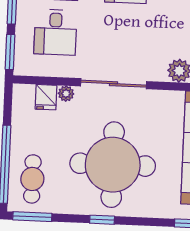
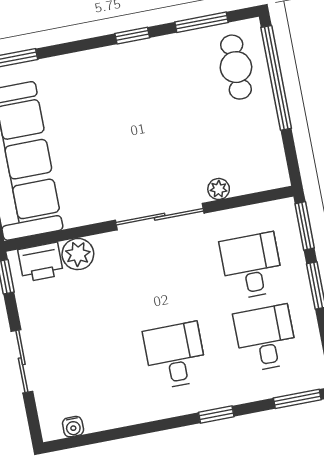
fridge: (46, 97) -> (244, 178), removed
round table: (113, 165) -> (136, 111), removed
window: (32, 217) -> (202, 22), moved

